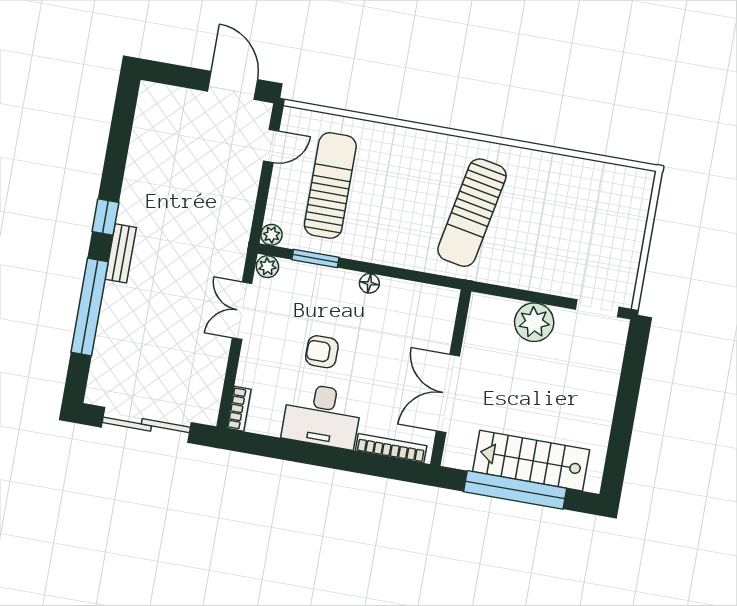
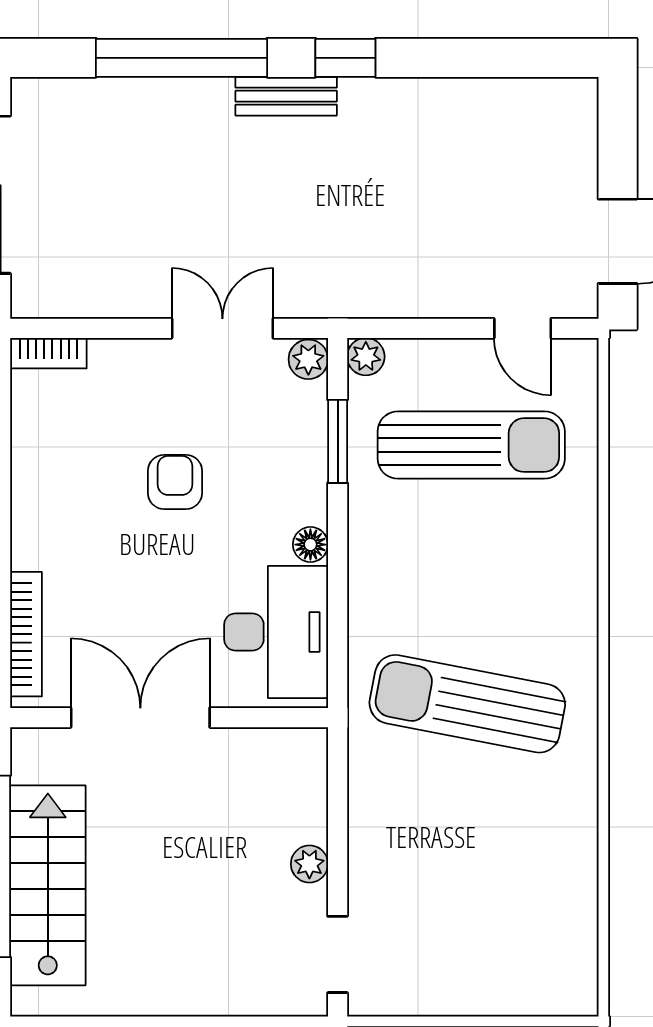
plant: (534, 322) -> (309, 864), width x0.53, depth x0.53
desk: (322, 416) -> (276, 632), moved, turned 180

